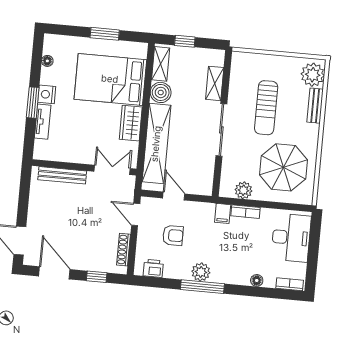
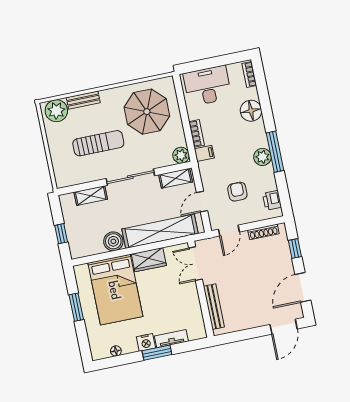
shelving: (161, 64) -> (176, 178), moved
plant: (243, 190) -> (181, 155), moved
floor lamp: (257, 280) -> (251, 111), width x1.89, depth x1.89

